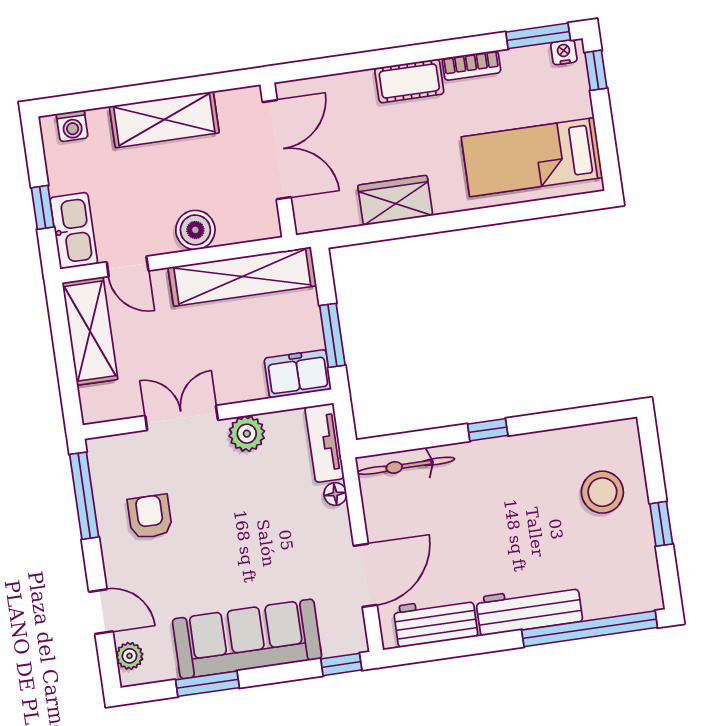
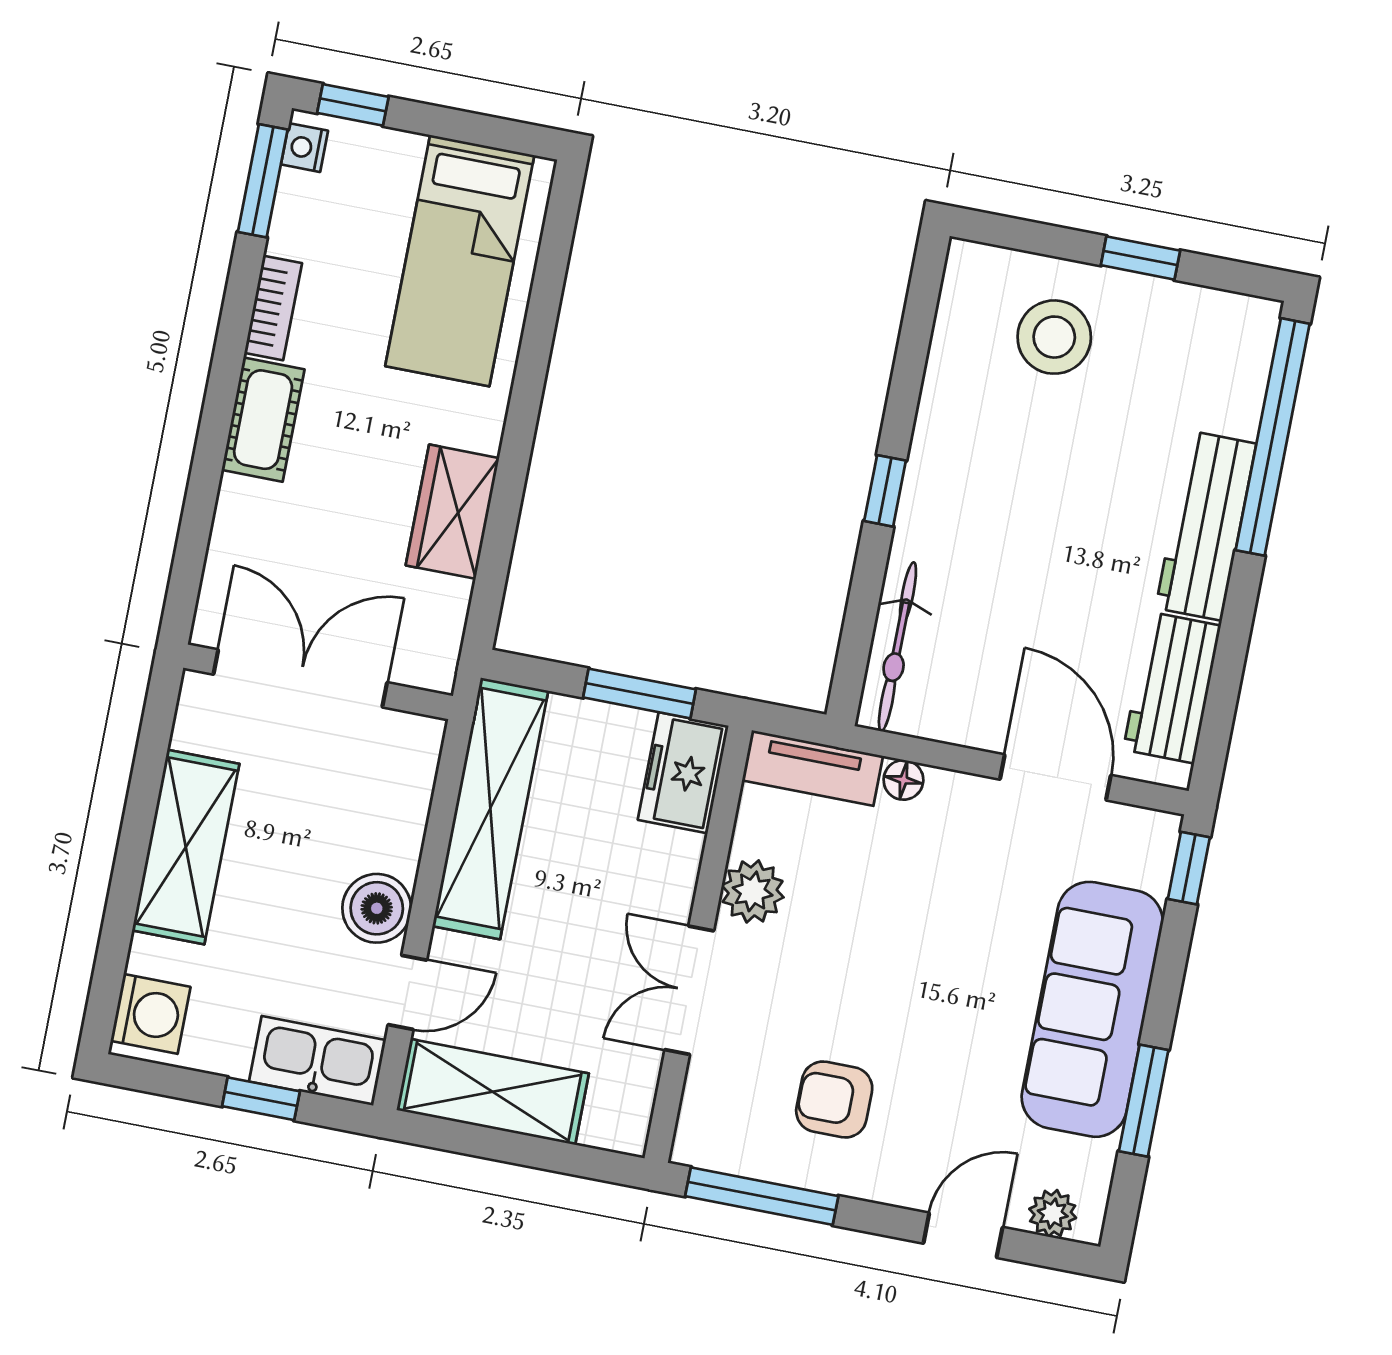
washing machine: (72, 126) -> (151, 1014), width x1.38, depth x1.38
boiler: (195, 230) -> (377, 908), moved

